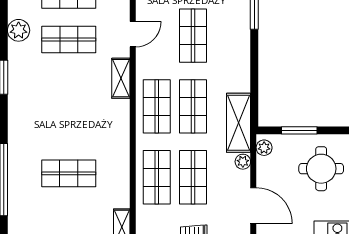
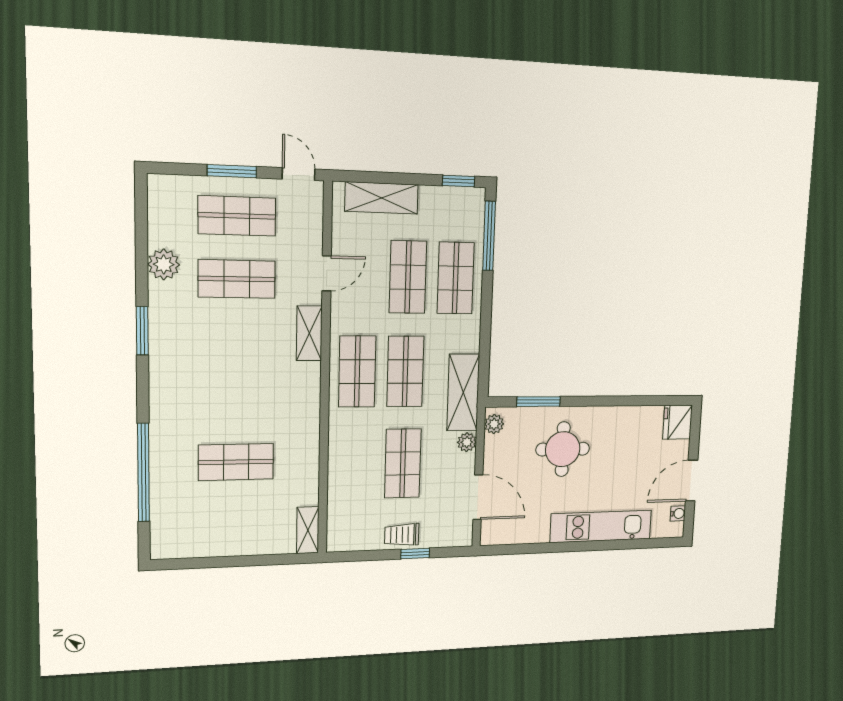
shop shelf: (157, 177) -> (456, 278), moved

